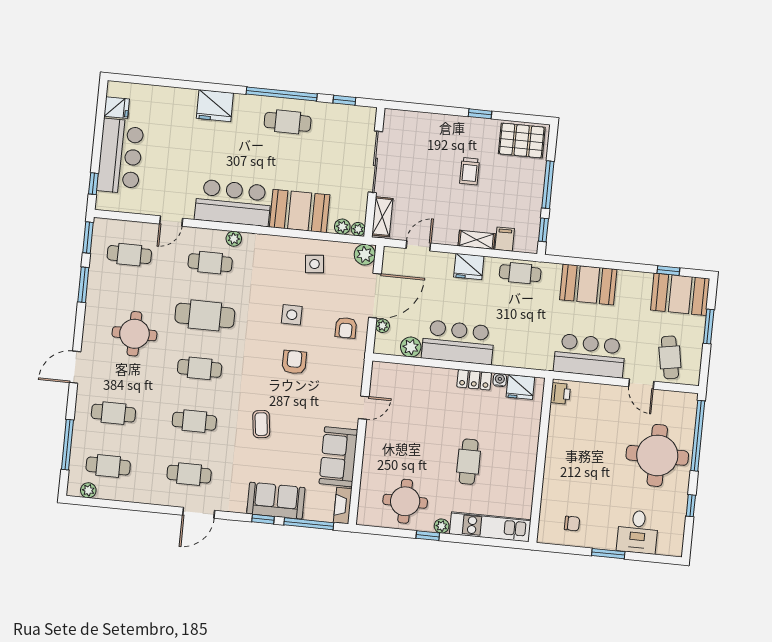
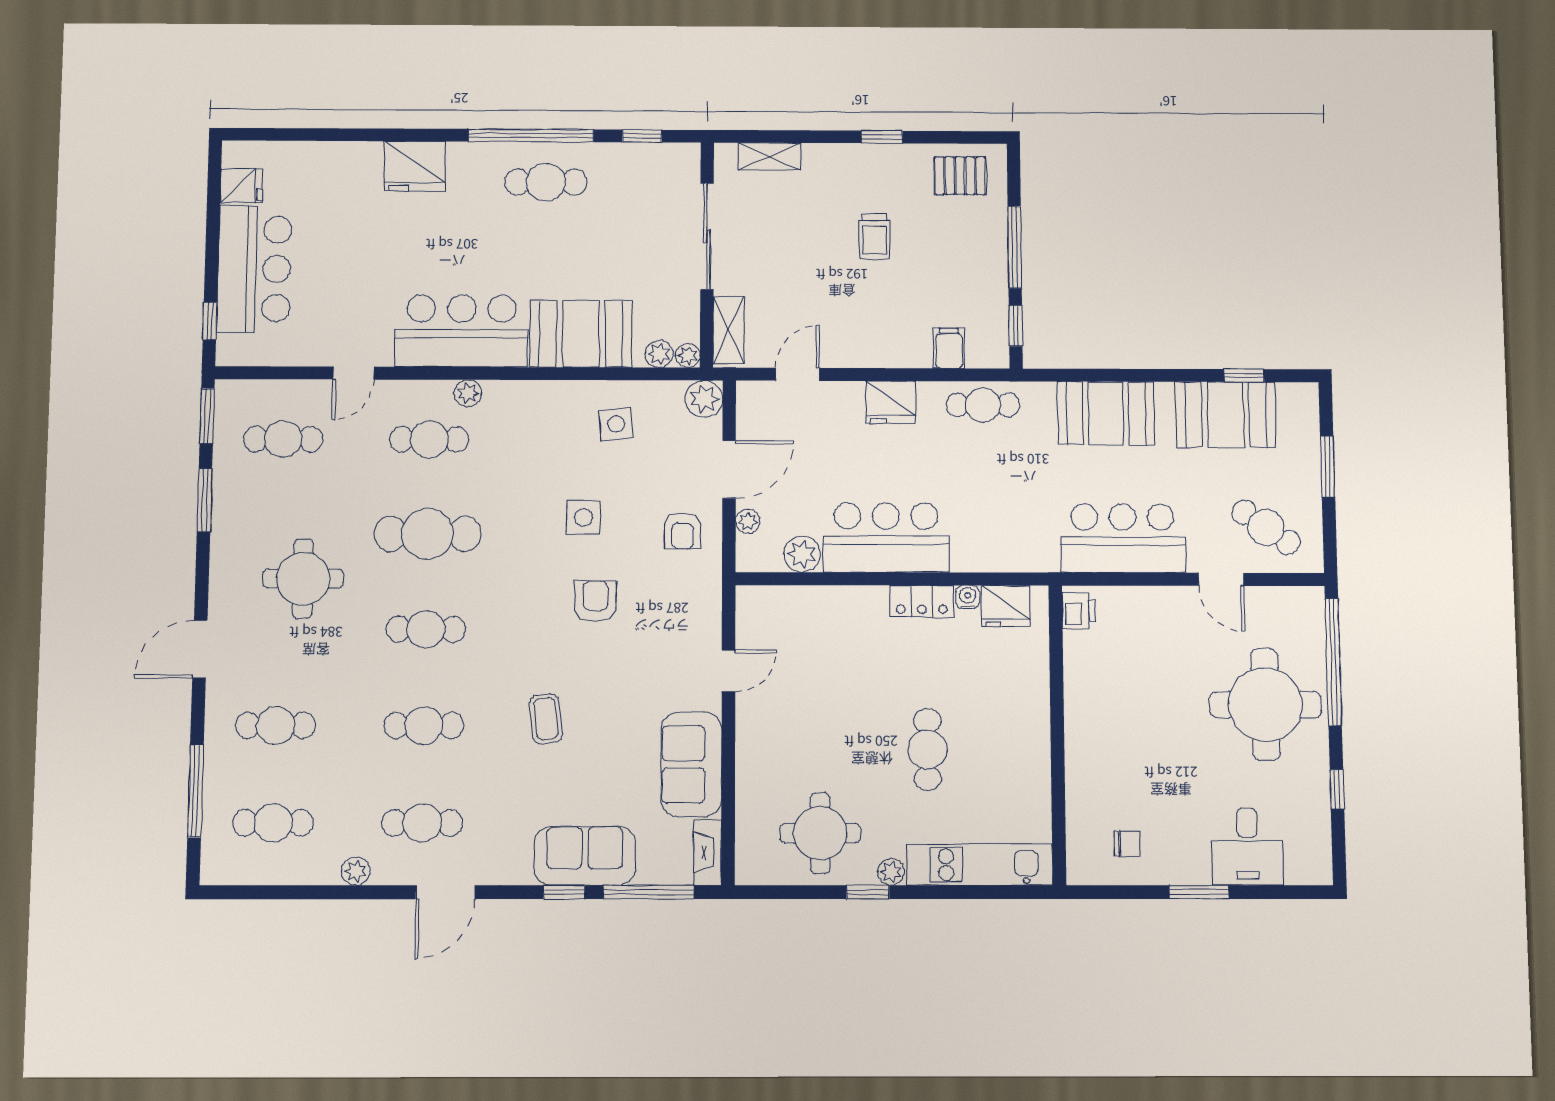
pallet: (522, 140) -> (960, 176), width x0.67, depth x0.71
shelving: (477, 240) -> (769, 156), moved
booth: (680, 294) -> (1226, 415), moved
door: (375, 296) -> (729, 469), width x0.73
cafe table: (670, 357) -> (1266, 527), turned -45
plant: (88, 490) -> (356, 871), moved

